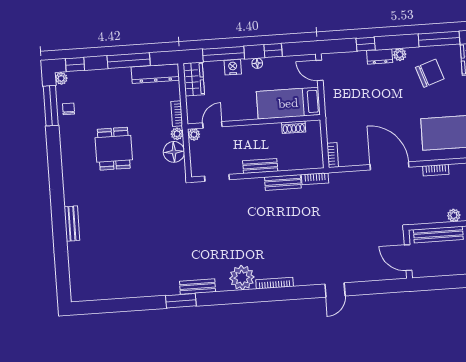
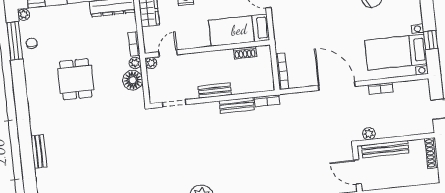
bookcase: (333, 155) -> (282, 71), width x1.56
plant: (454, 215) -> (369, 134), moved

